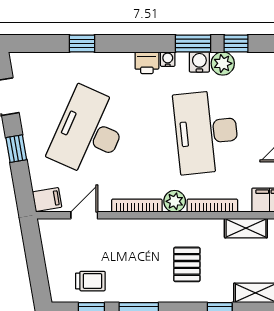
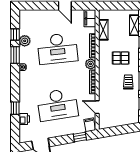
water cooler: (199, 62) -> (24, 52), removed
printer: (147, 63) -> (24, 119), moved
desk: (89, 132) -> (57, 105), turned -33
window: (16, 149) -> (80, 137), moved
trolley: (90, 281) -> (128, 82), moved

